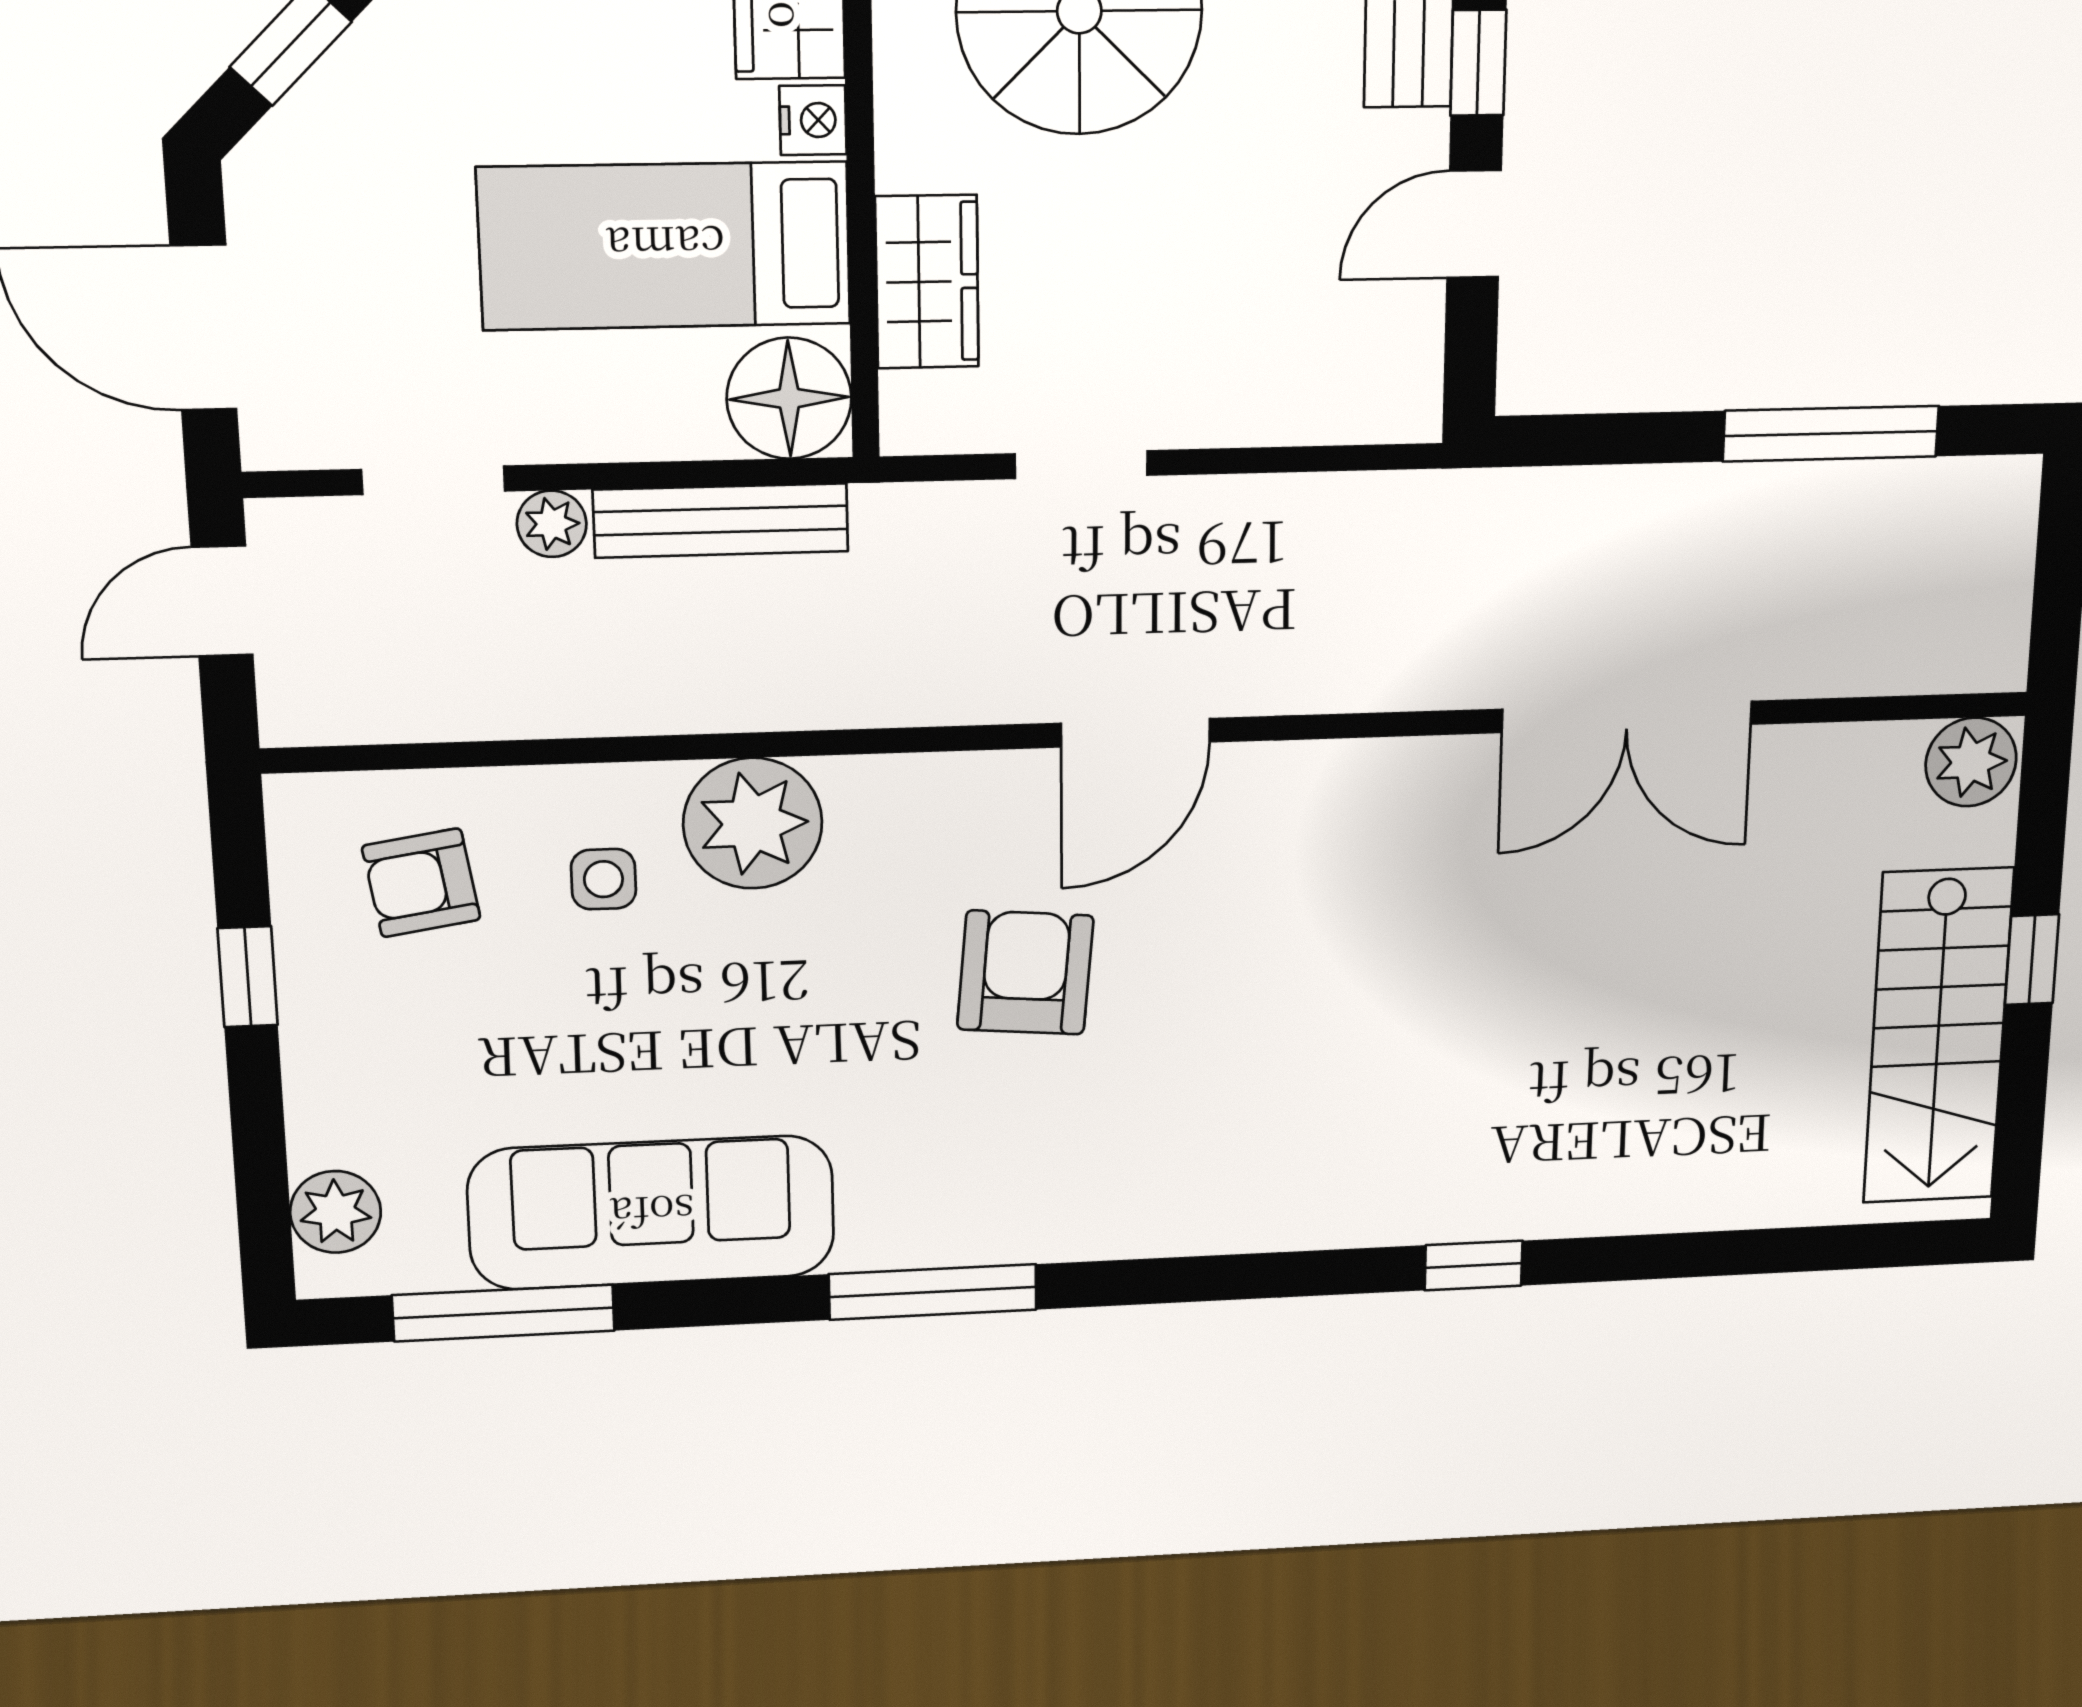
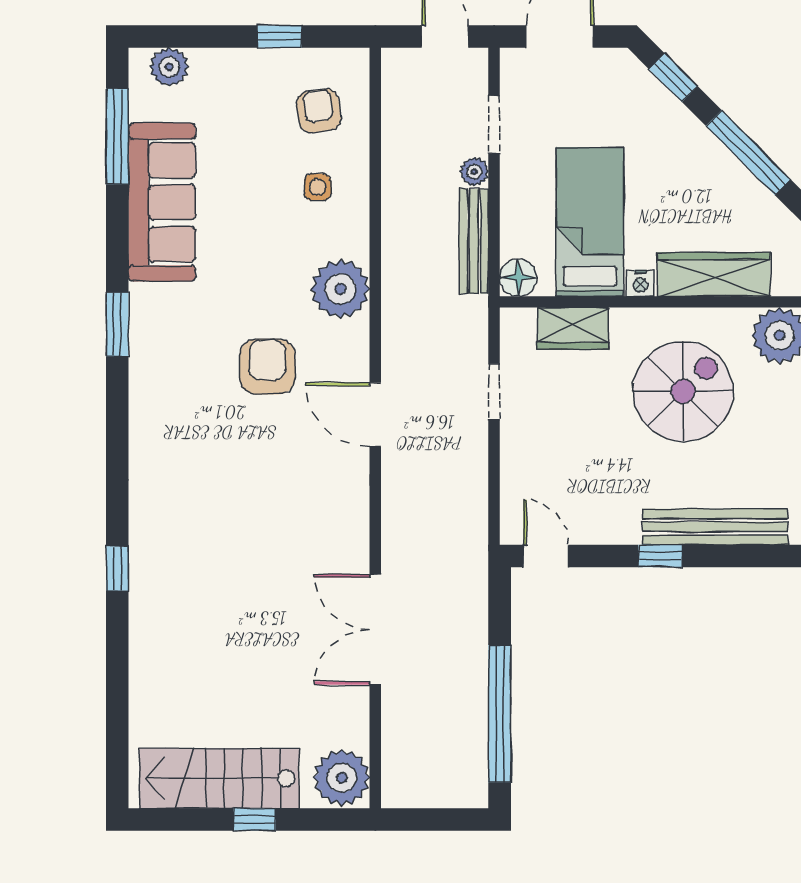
door: (1474, 224) -> (546, 556), moved
floor lamp: (789, 398) -> (518, 278), width x0.73, depth x0.73
window: (1831, 434) -> (500, 714), width x1.46
plant: (1971, 762) -> (342, 778), width x1.36, depth x1.36
plant: (753, 823) -> (340, 289), moved
armchair: (1025, 973) -> (267, 367), turned -95
window: (933, 1292) -> (117, 325), width x0.69

